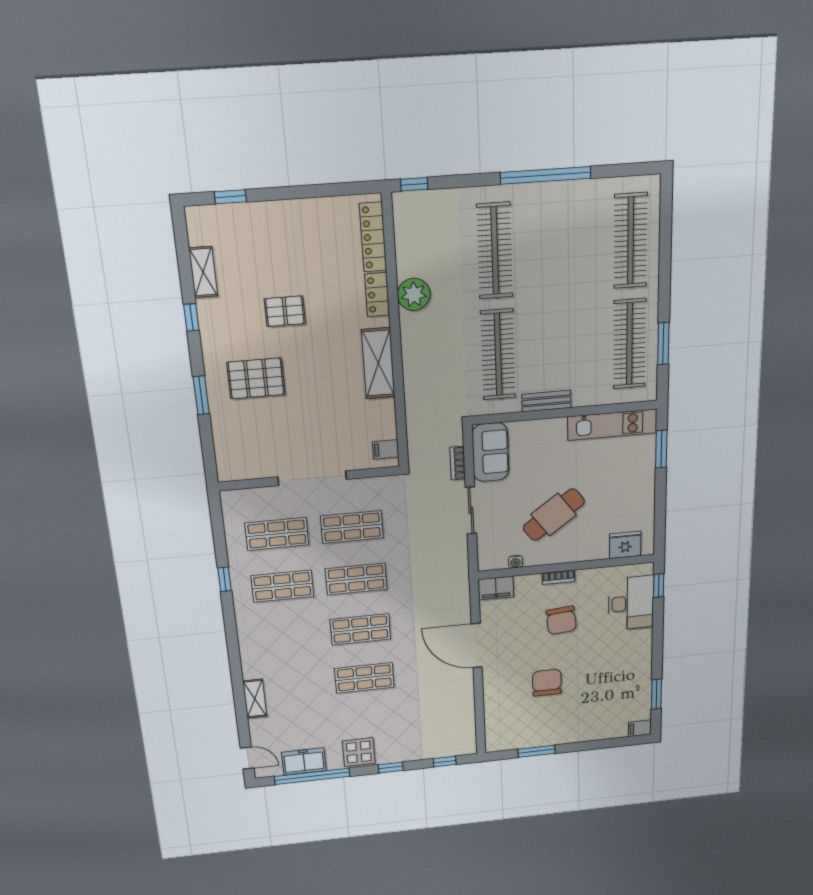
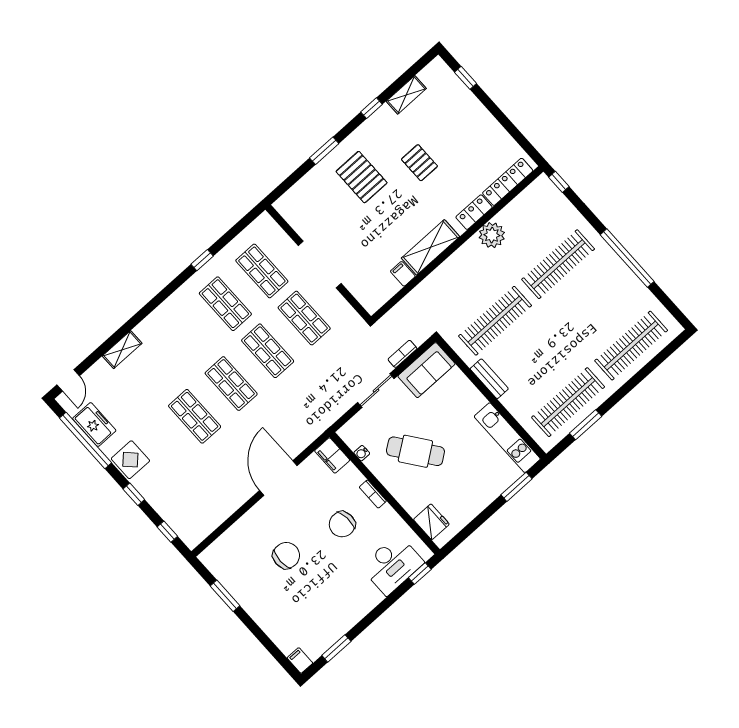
filing cabinet: (386, 449) -> (403, 274), moved

